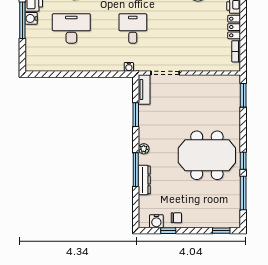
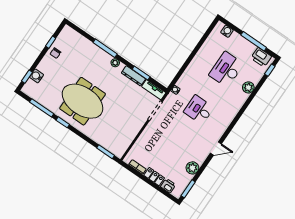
water cooler: (31, 18) -> (227, 31), moved
desk: (71, 28) -> (226, 69), turned 180
desk: (133, 28) -> (199, 110), turned 180
meeting table: (207, 155) -> (83, 101), turned 90
dresser: (144, 180) -> (133, 76), moved
water cooler: (156, 221) -> (36, 76), moved

